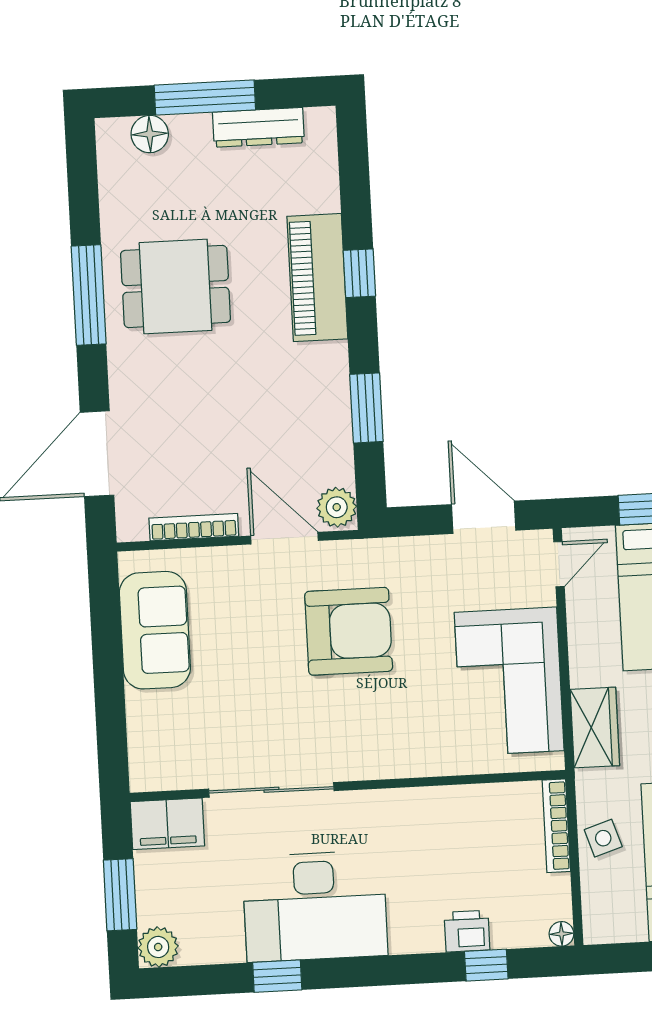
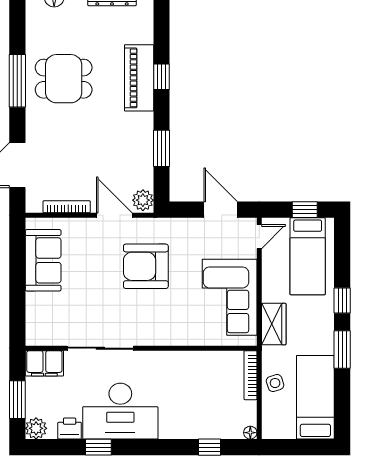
armchair: (349, 631) -> (146, 266), turned 180
printer: (467, 931) -> (70, 429), moved

